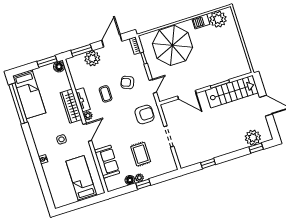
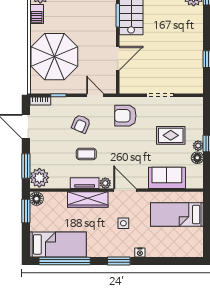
plant: (92, 58) -> (39, 178), moved
armchair: (145, 115) -> (125, 116), turned -90
window: (31, 145) -> (119, 261), added

